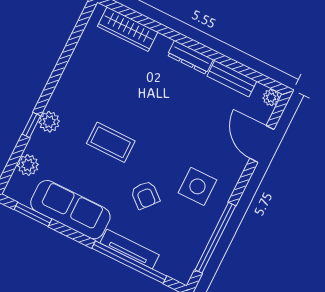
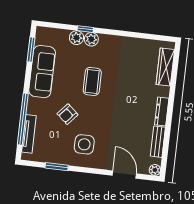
door: (262, 144) -> (124, 175), hinge flipped
plant: (28, 165) -> (77, 38), moved
window: (215, 238) -> (57, 167), width x0.47
tv unit: (130, 249) -> (29, 134), moved

